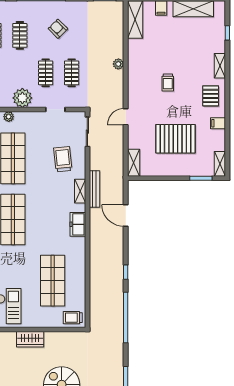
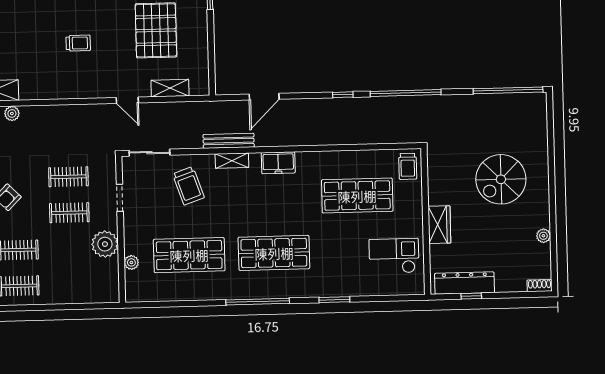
plant: (118, 64) -> (12, 113), moved
trolley: (63, 159) -> (188, 186), turned -103
shelving: (134, 163) -> (170, 88), moved

